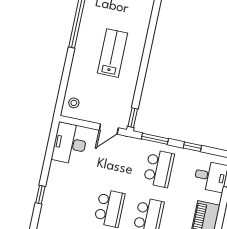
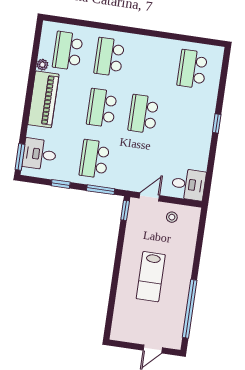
stool: (74, 103) -> (172, 217), moved
desk: (70, 144) -> (188, 184), width x0.73

